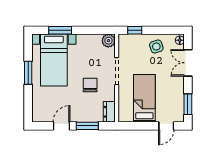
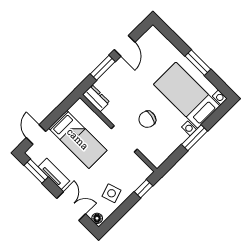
window: (60, 30) -> (194, 138), moved
plant: (108, 41) -> (157, 158), removed
chair: (90, 85) -> (147, 119), moved, turned 102
tv unit: (179, 92) -> (54, 174), added

